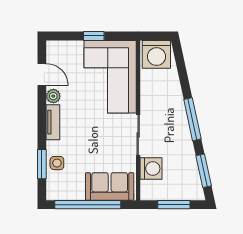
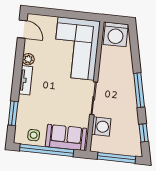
window: (94, 36) -> (66, 14), removed
door: (42, 74) -> (22, 29), moved
side table: (57, 163) -> (34, 135), moved
window: (204, 171) -> (144, 133), width x0.67
window: (174, 205) -> (116, 158), width x1.44

